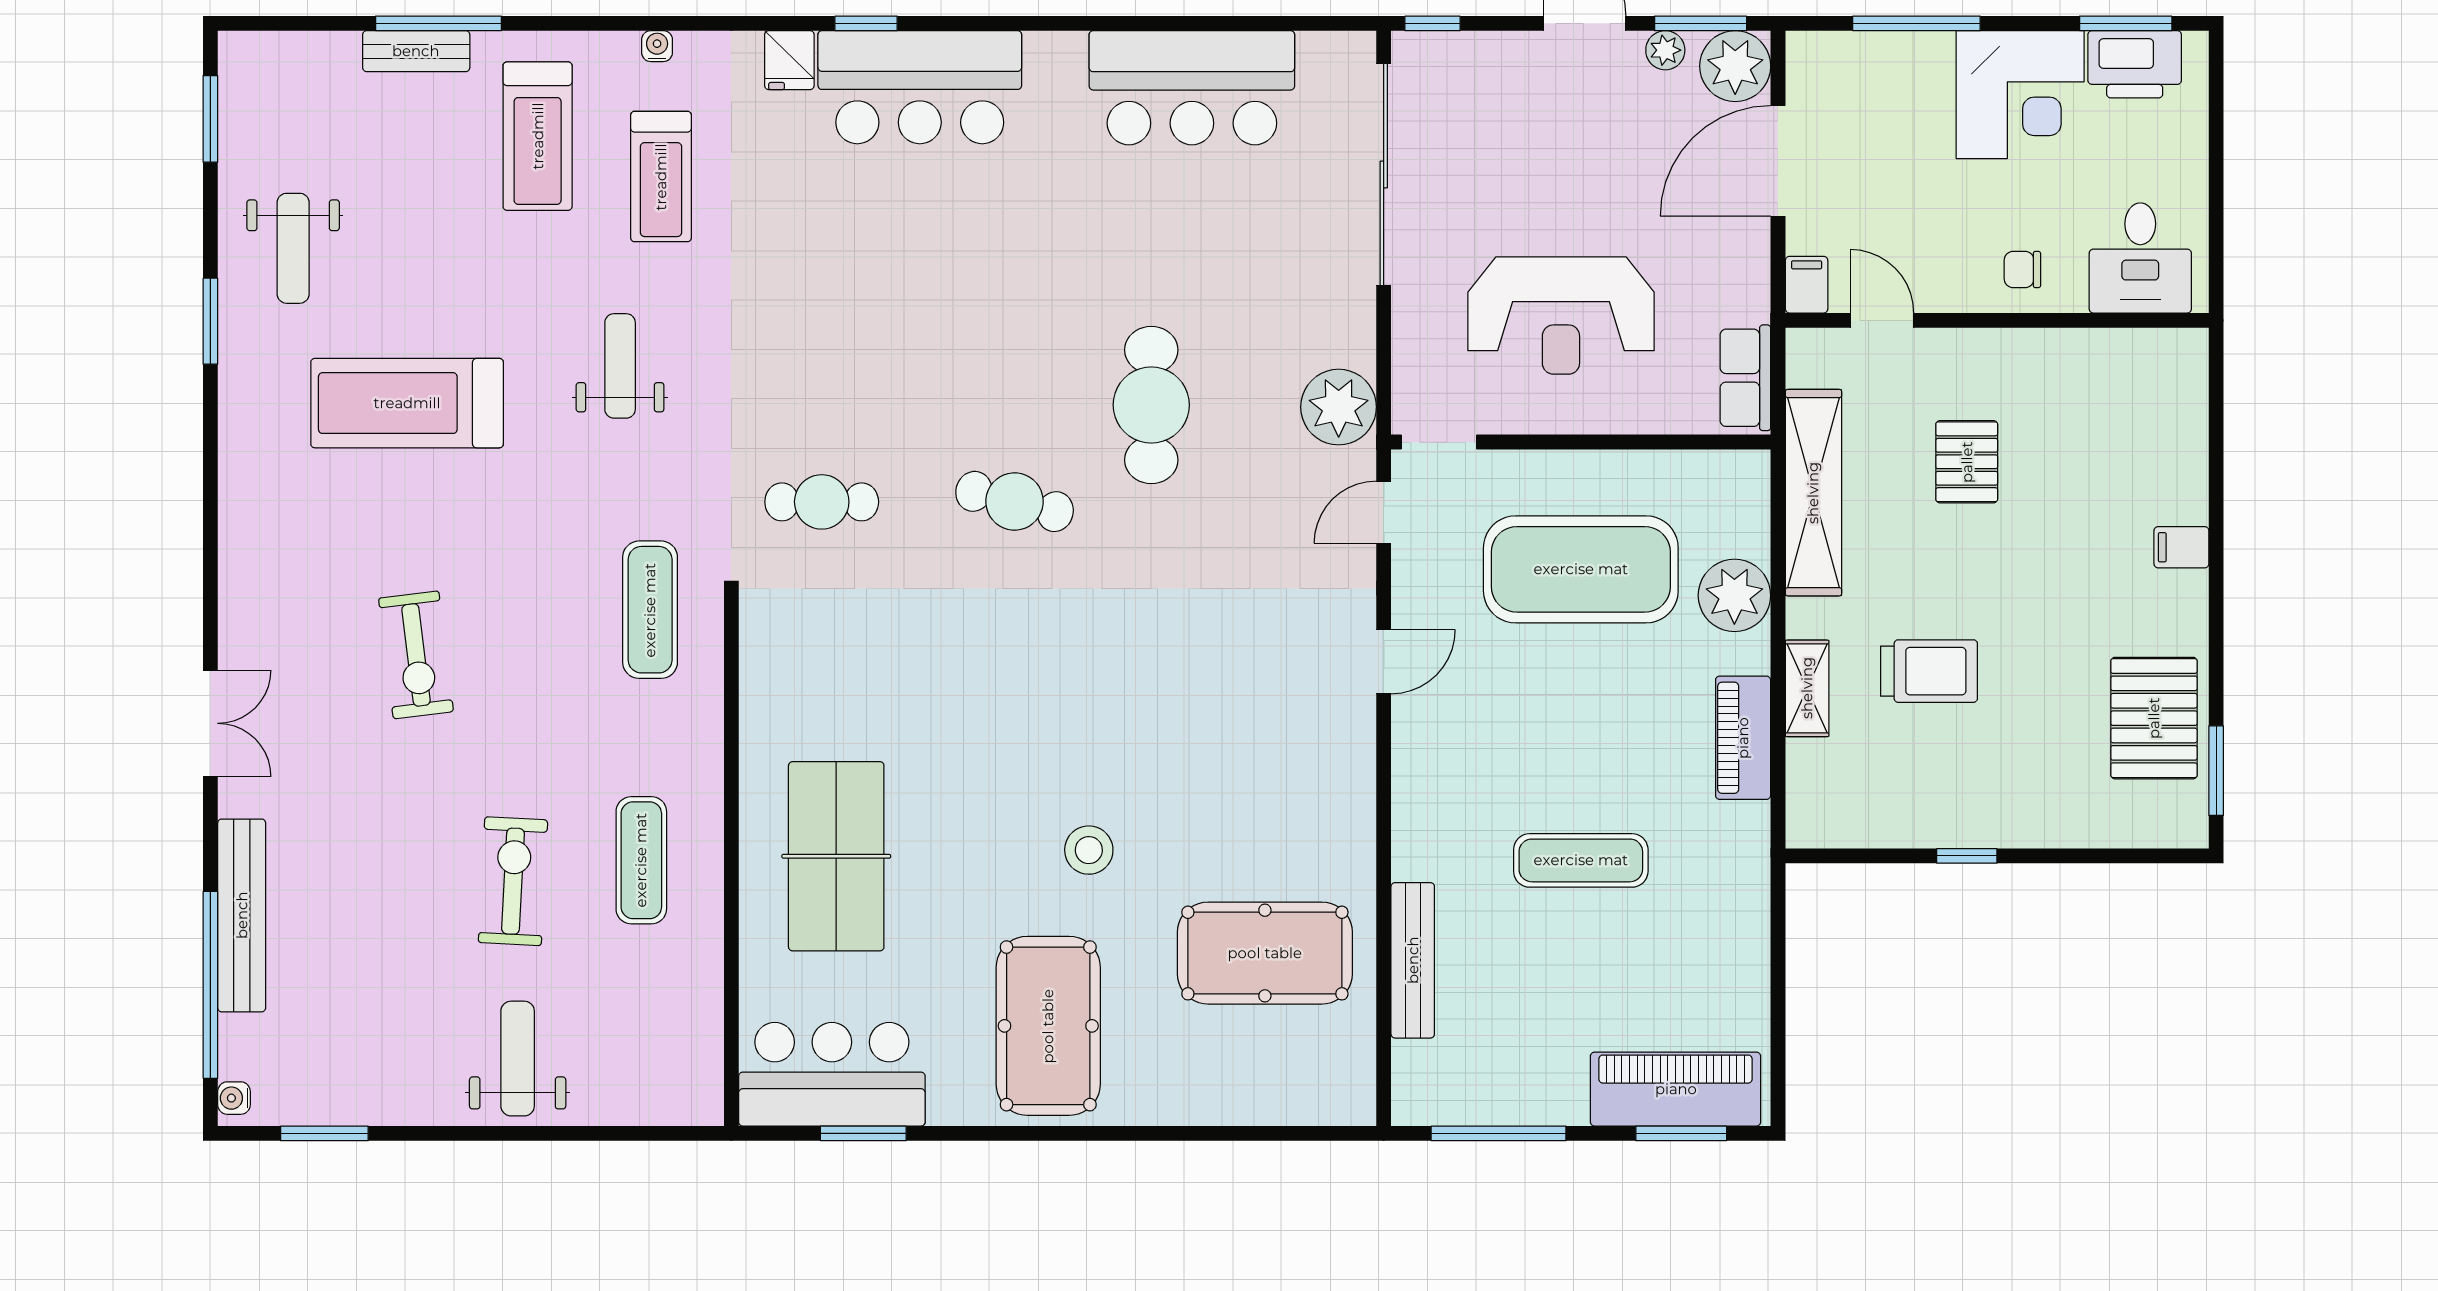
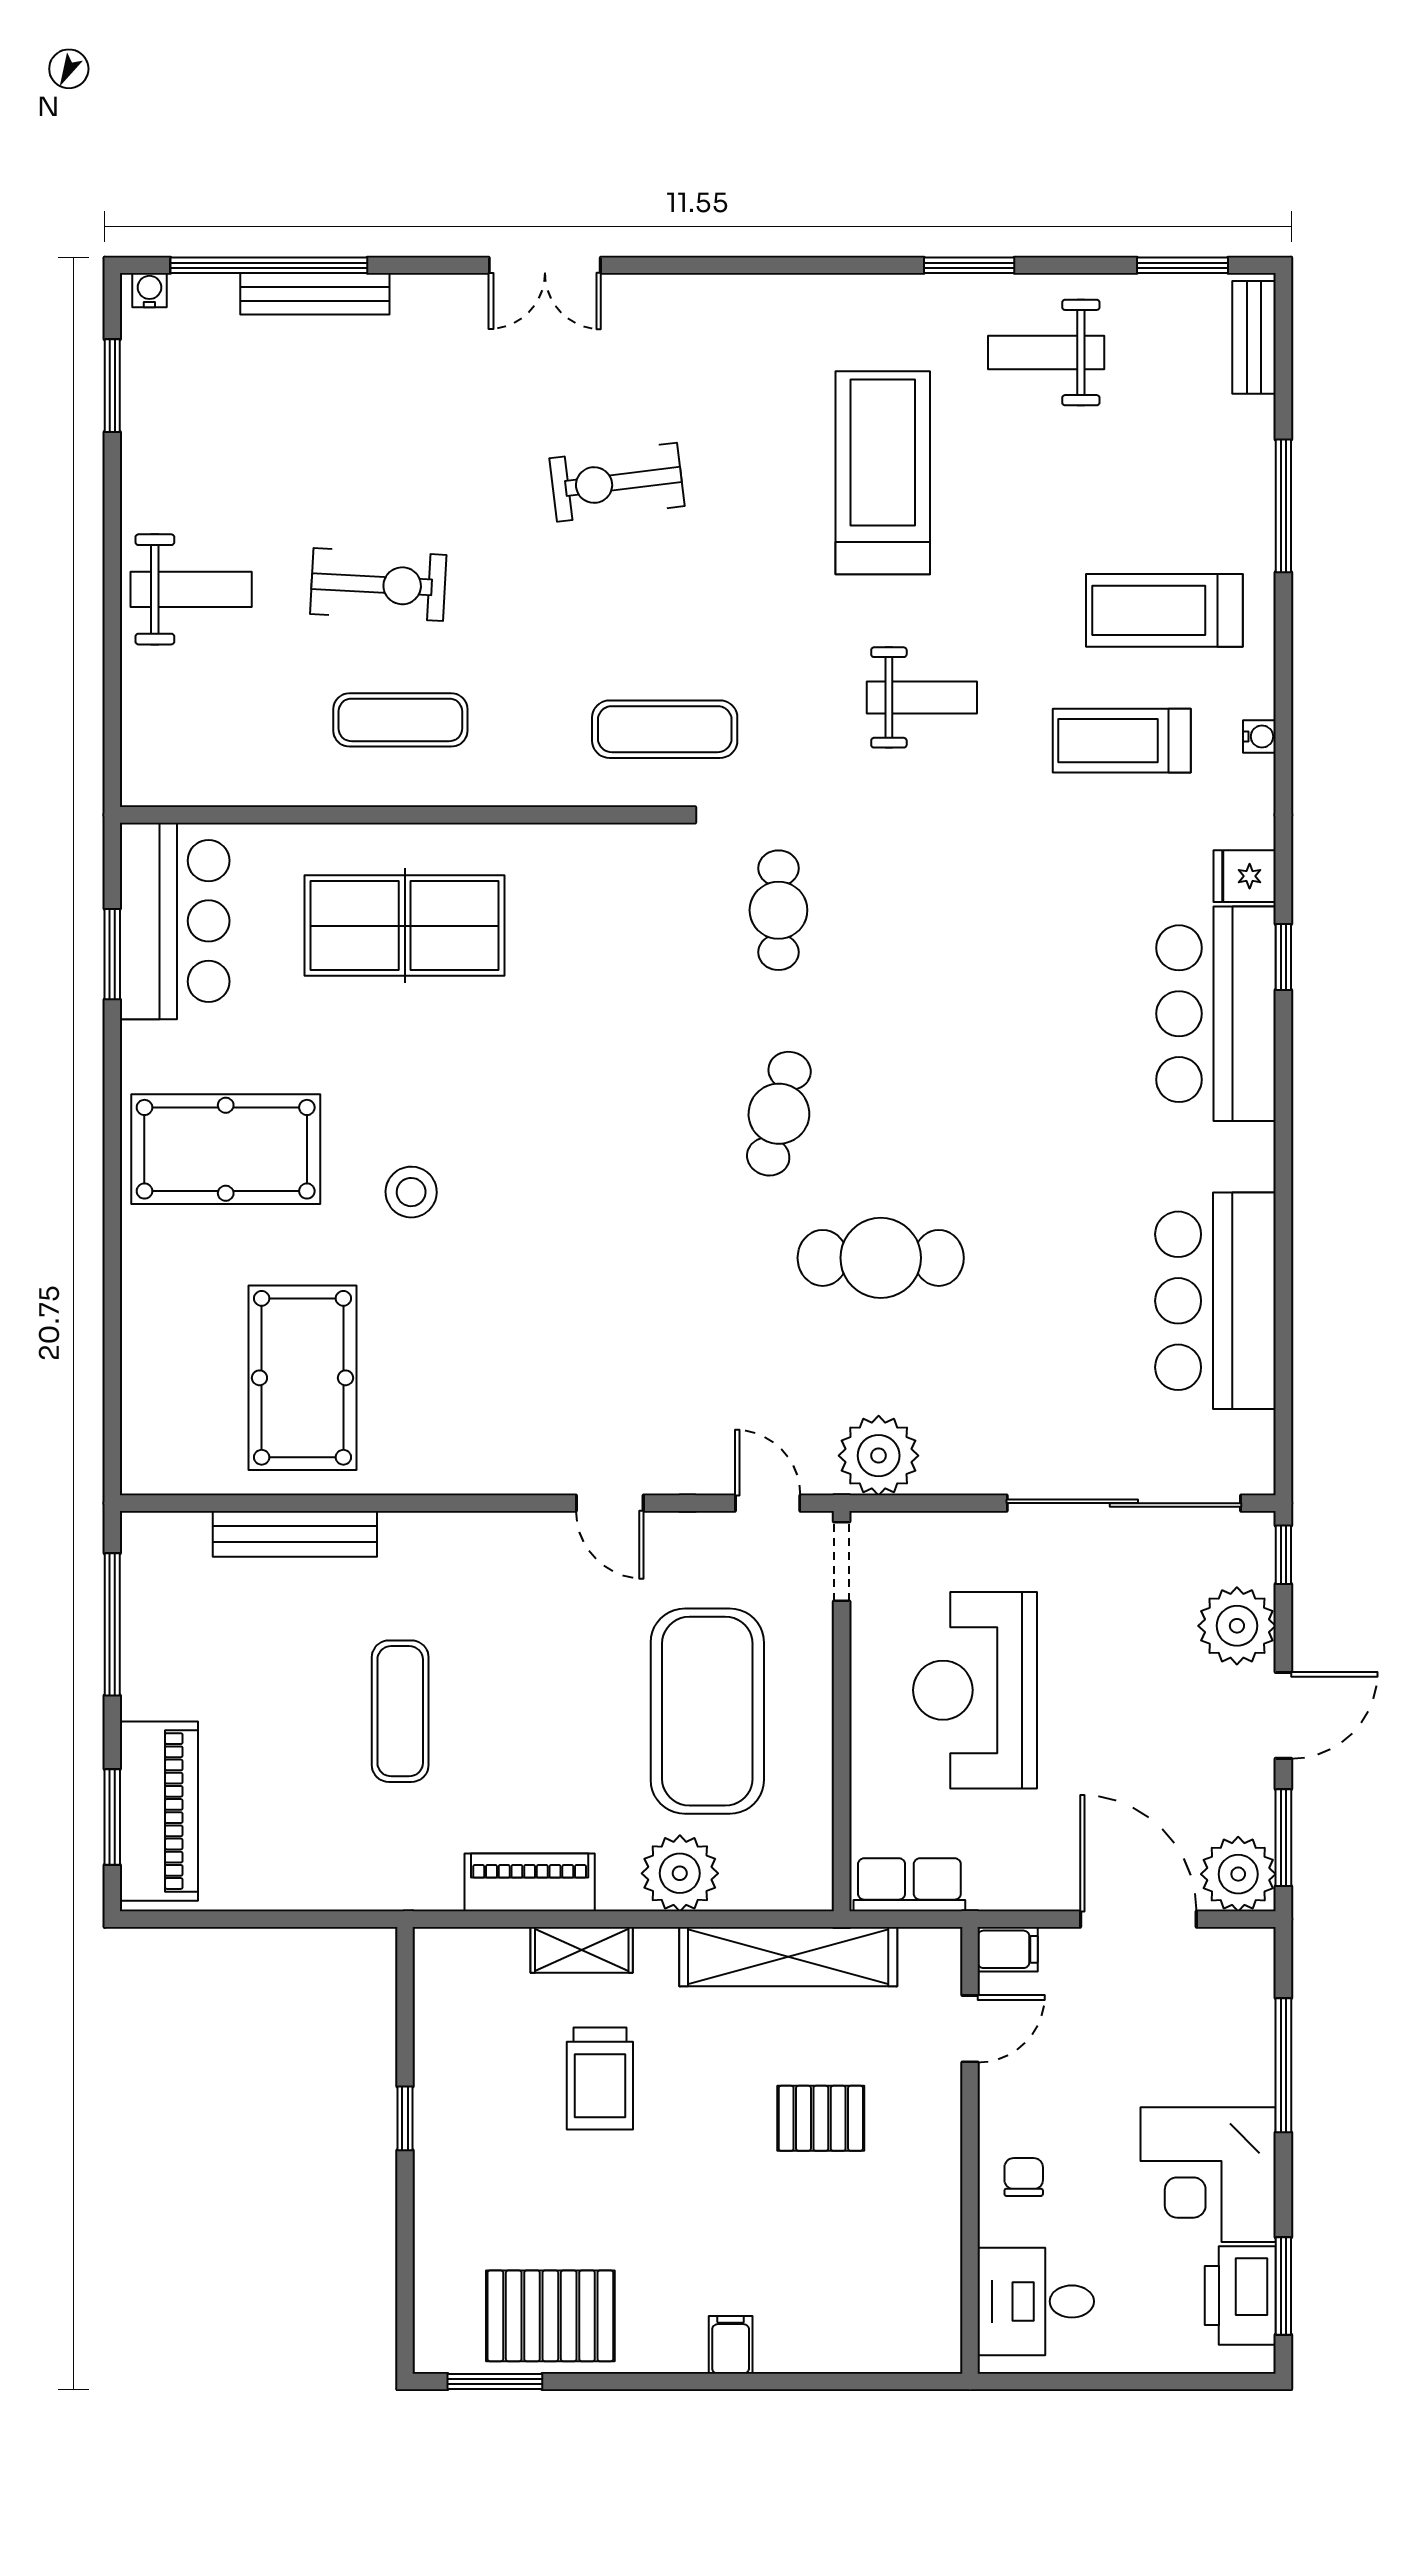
plant: (1665, 50) -> (1237, 1626), moved, width x1.87, depth x1.87
bench: (416, 51) -> (1254, 337), moved
bench: (242, 915) -> (315, 294), width x0.73, depth x0.82

